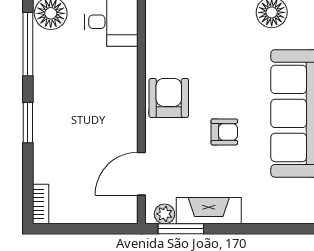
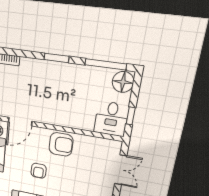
door: (141, 174) -> (20, 122), swing flipped

